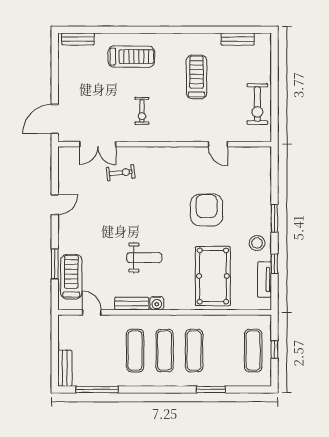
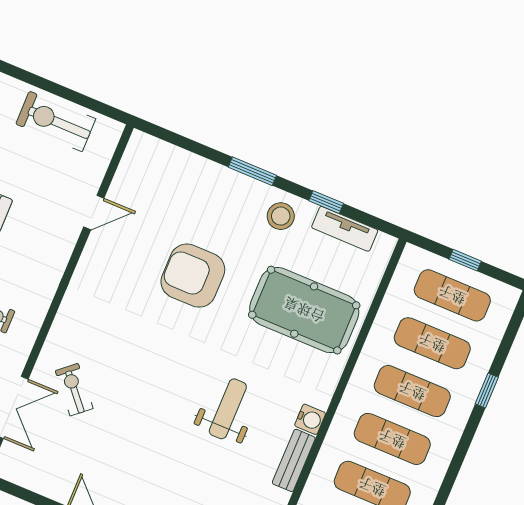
exercise bike: (257, 104) -> (56, 121), turned 180
exercise bike: (121, 173) -> (74, 390), turned -35
exercise mat: (224, 351) -> (432, 343), added
window: (211, 389) -> (487, 390), width x0.67

